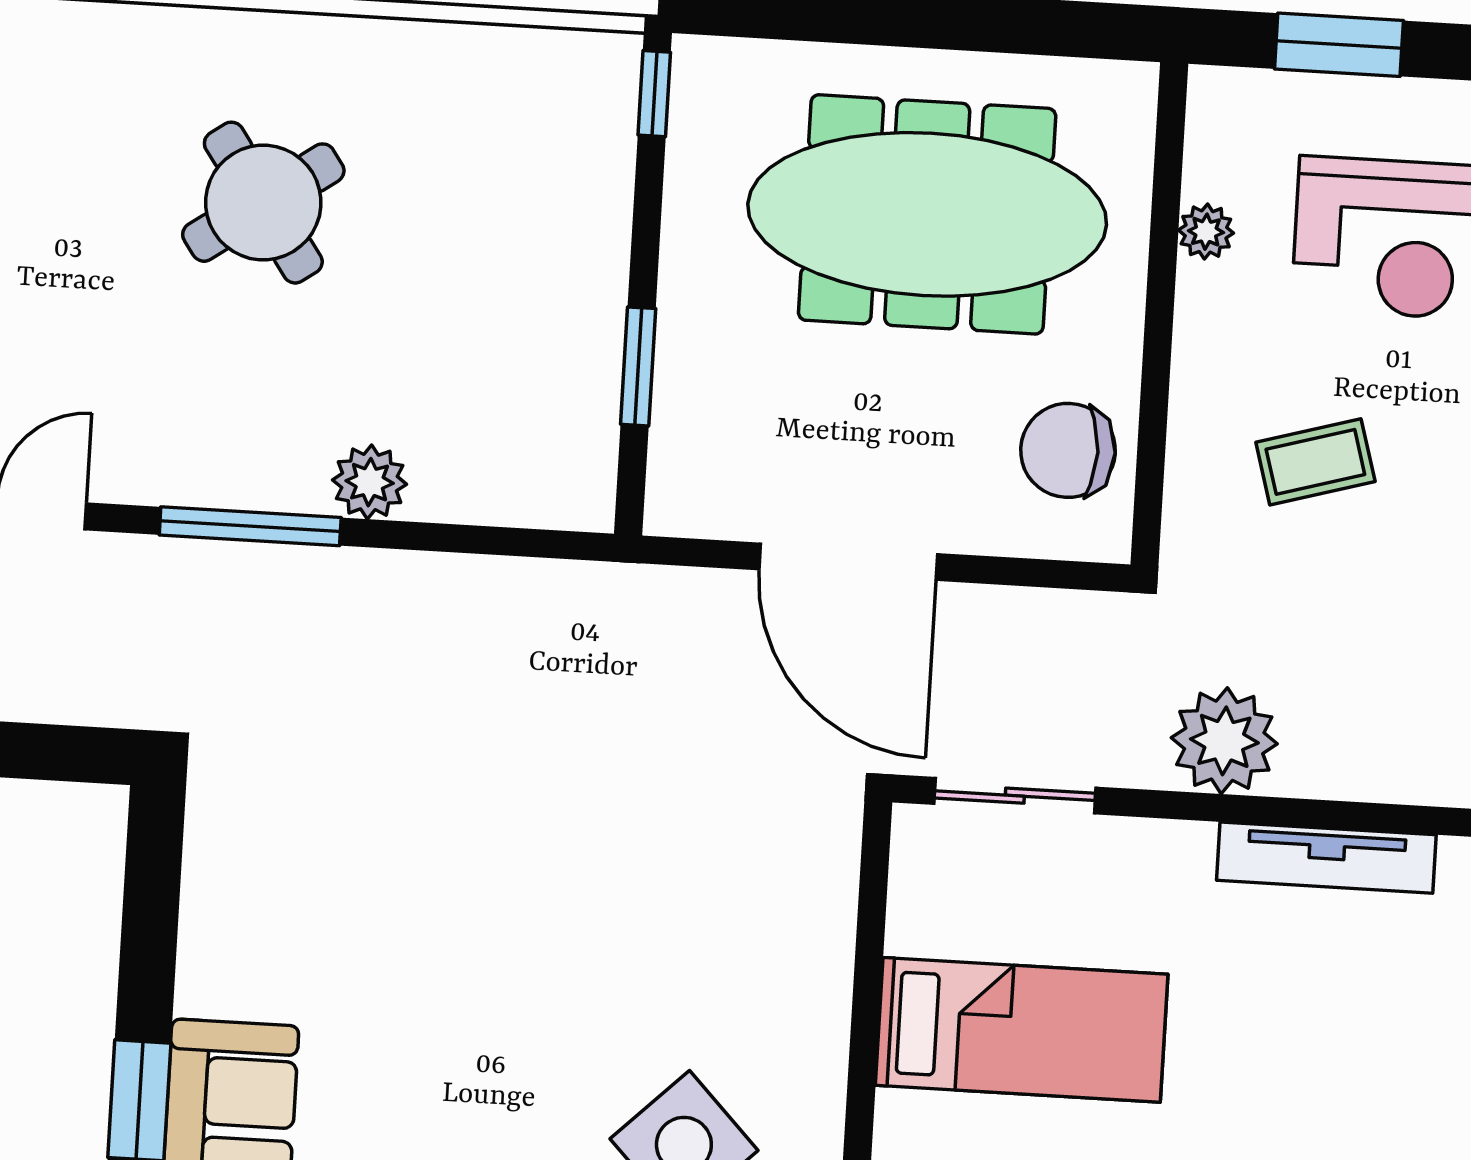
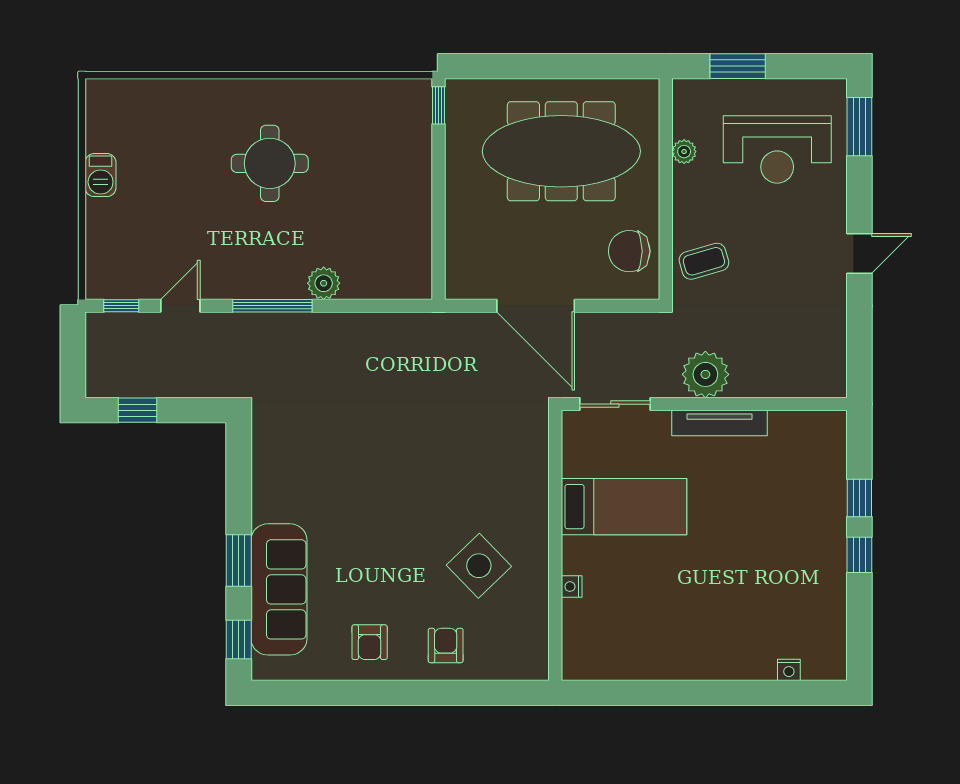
round table: (263, 203) -> (270, 163), turned 35
window: (638, 366) -> (438, 226), removed
coffee table: (1315, 462) -> (704, 261), moved
tv unit: (1326, 858) -> (719, 423), moved

